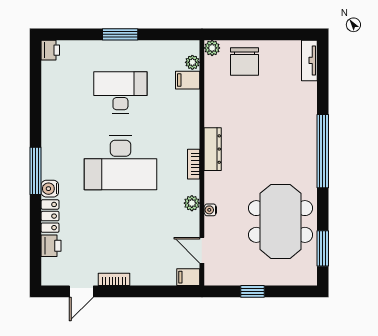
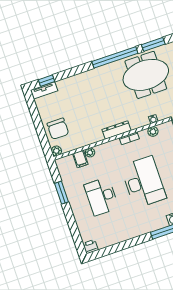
window: (120, 34) -> (62, 193), moved
plant: (192, 62) -> (90, 152), moved
chair: (245, 62) -> (58, 129), turned 90
window: (323, 69) -> (46, 81), added
window: (323, 151) -> (115, 57), moved

